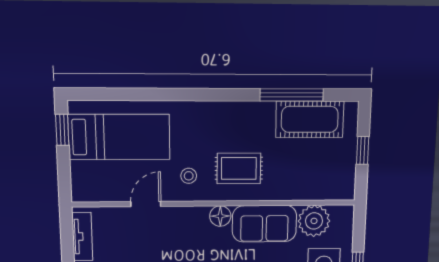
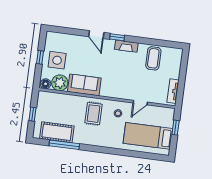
window: (62, 130) -> (176, 128), moved
rug: (239, 168) -> (94, 114), turned 90
floor lamp: (220, 216) -> (46, 84), moved

